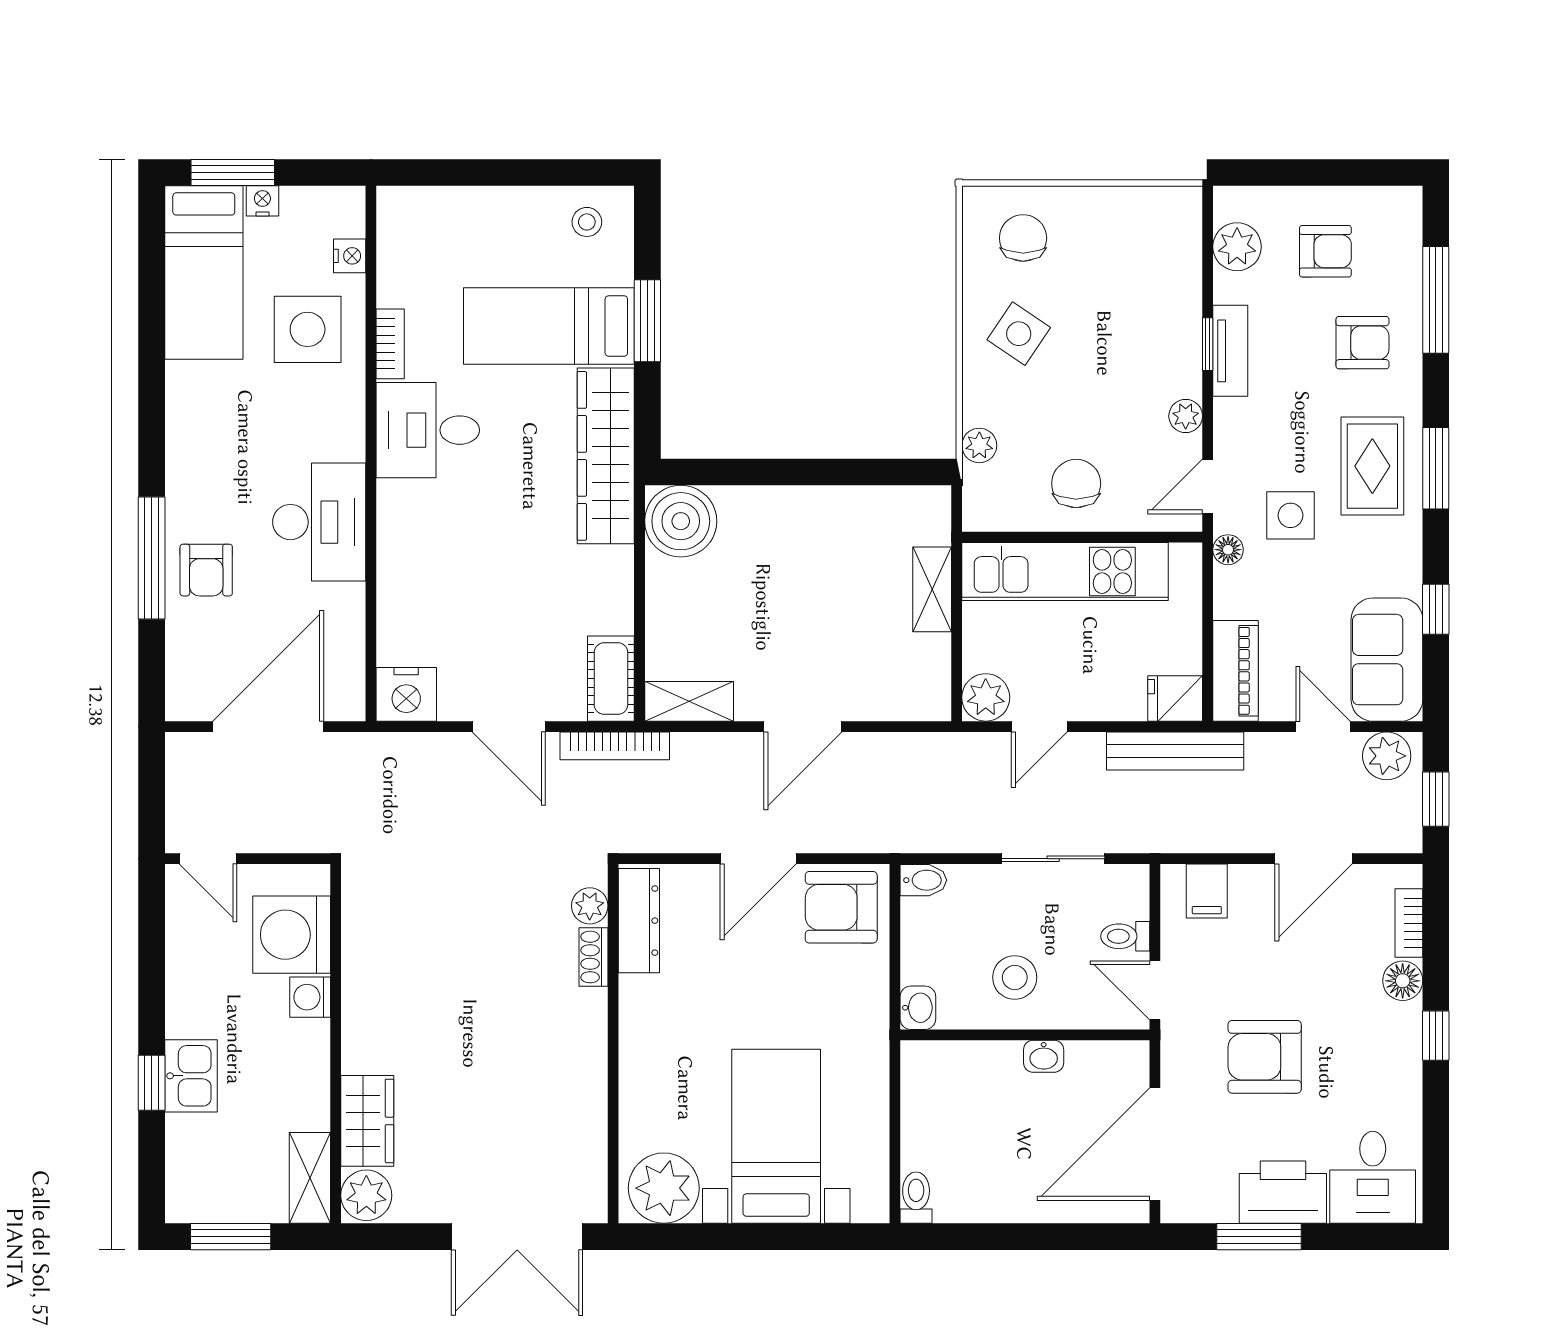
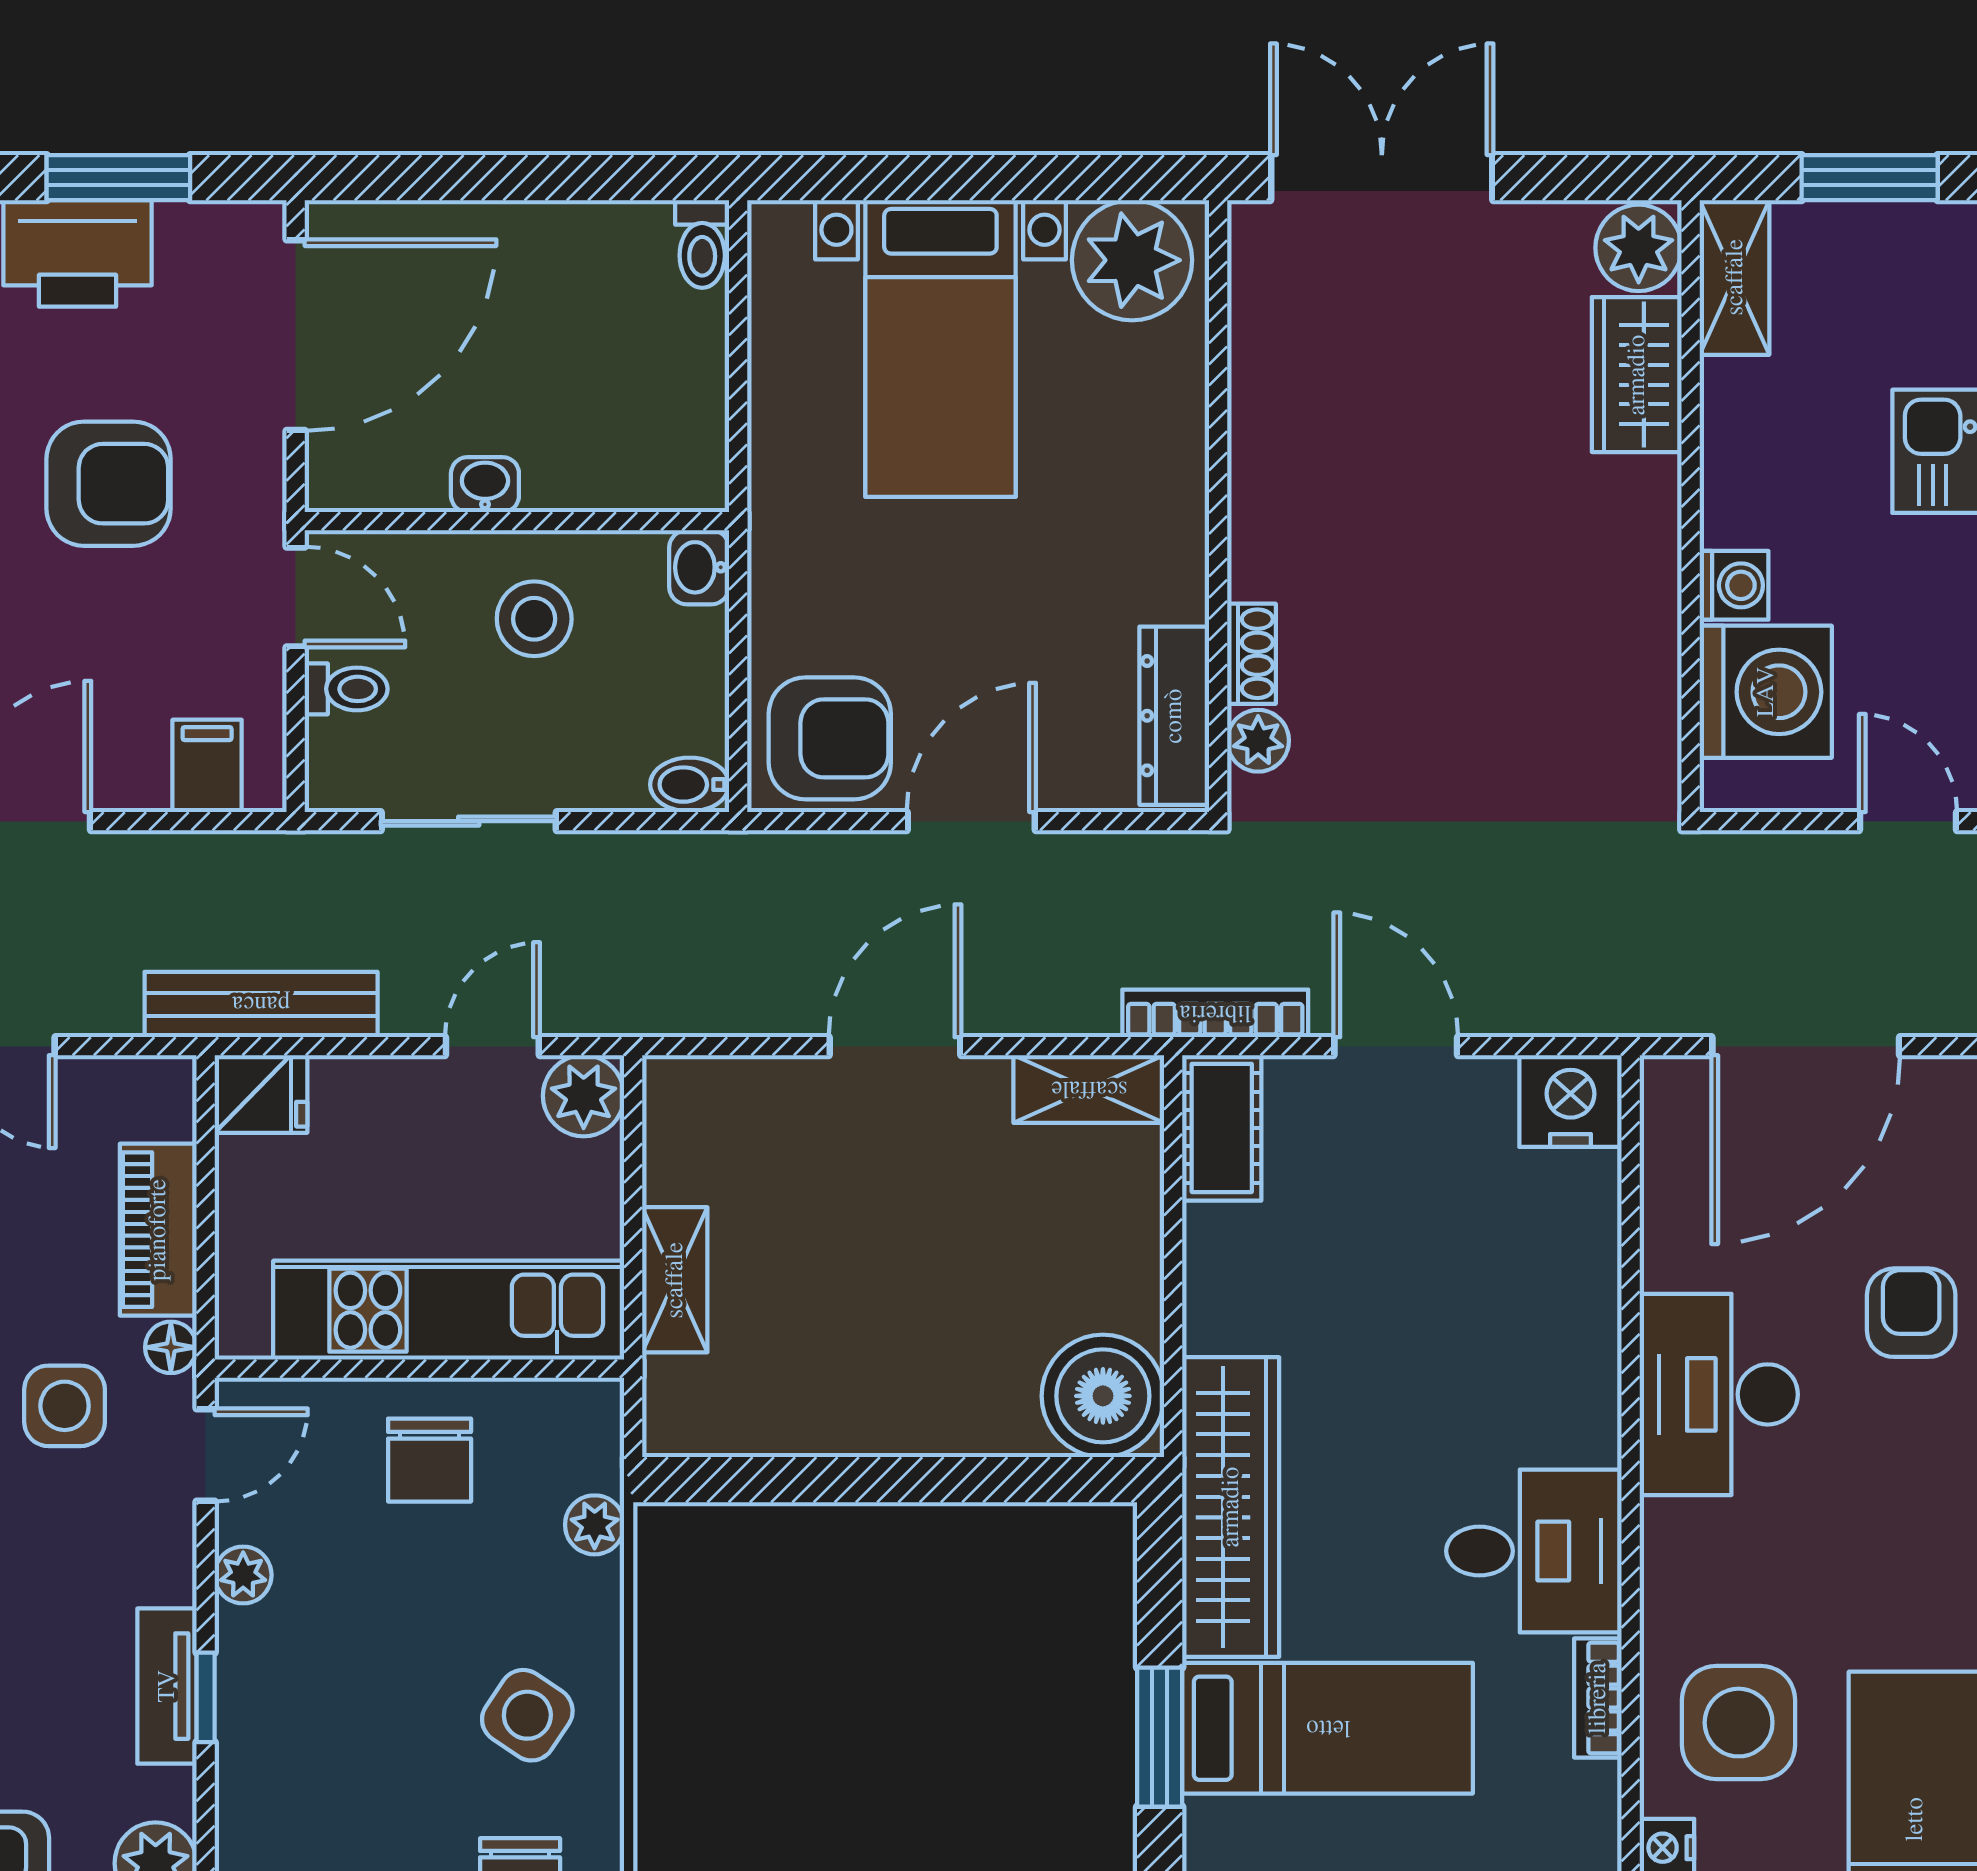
piano: (1235, 671) -> (158, 1230), moved

